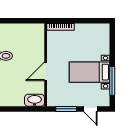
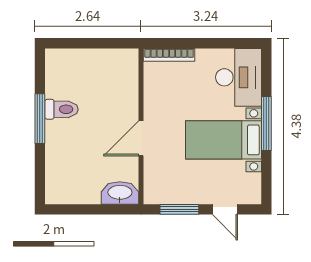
desk: (97, 39) -> (238, 77), added
window: (112, 81) -> (266, 123), moved

